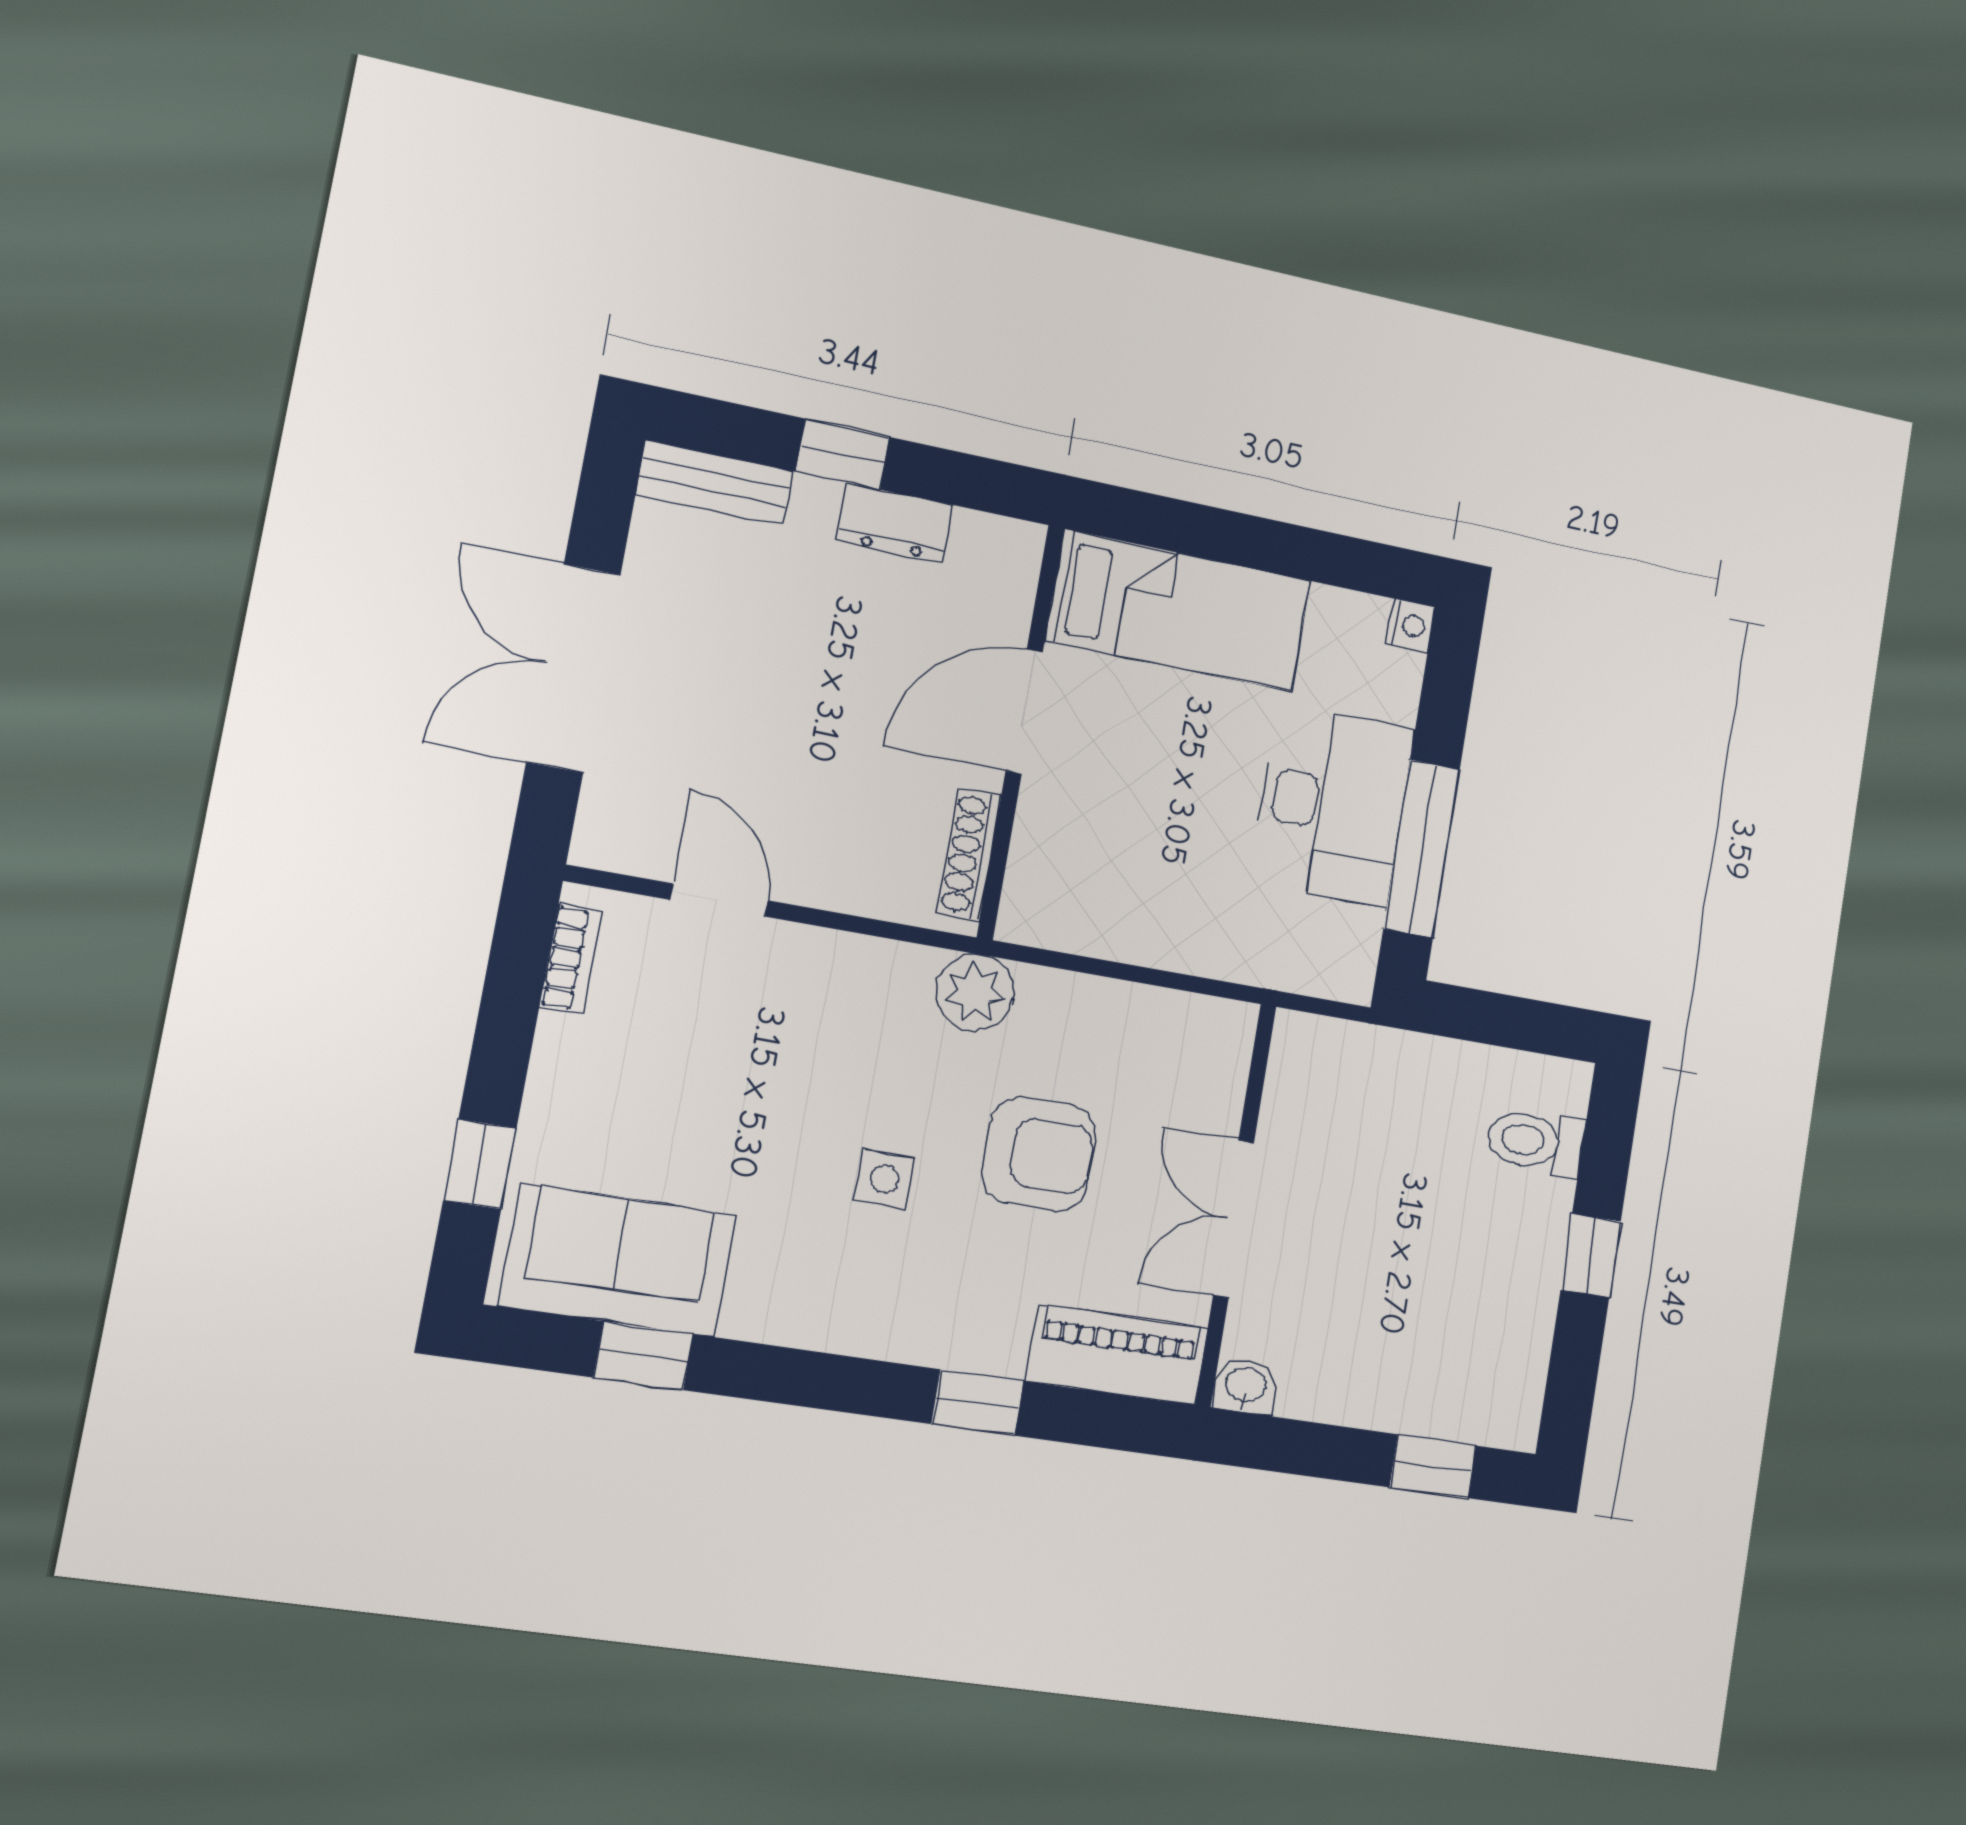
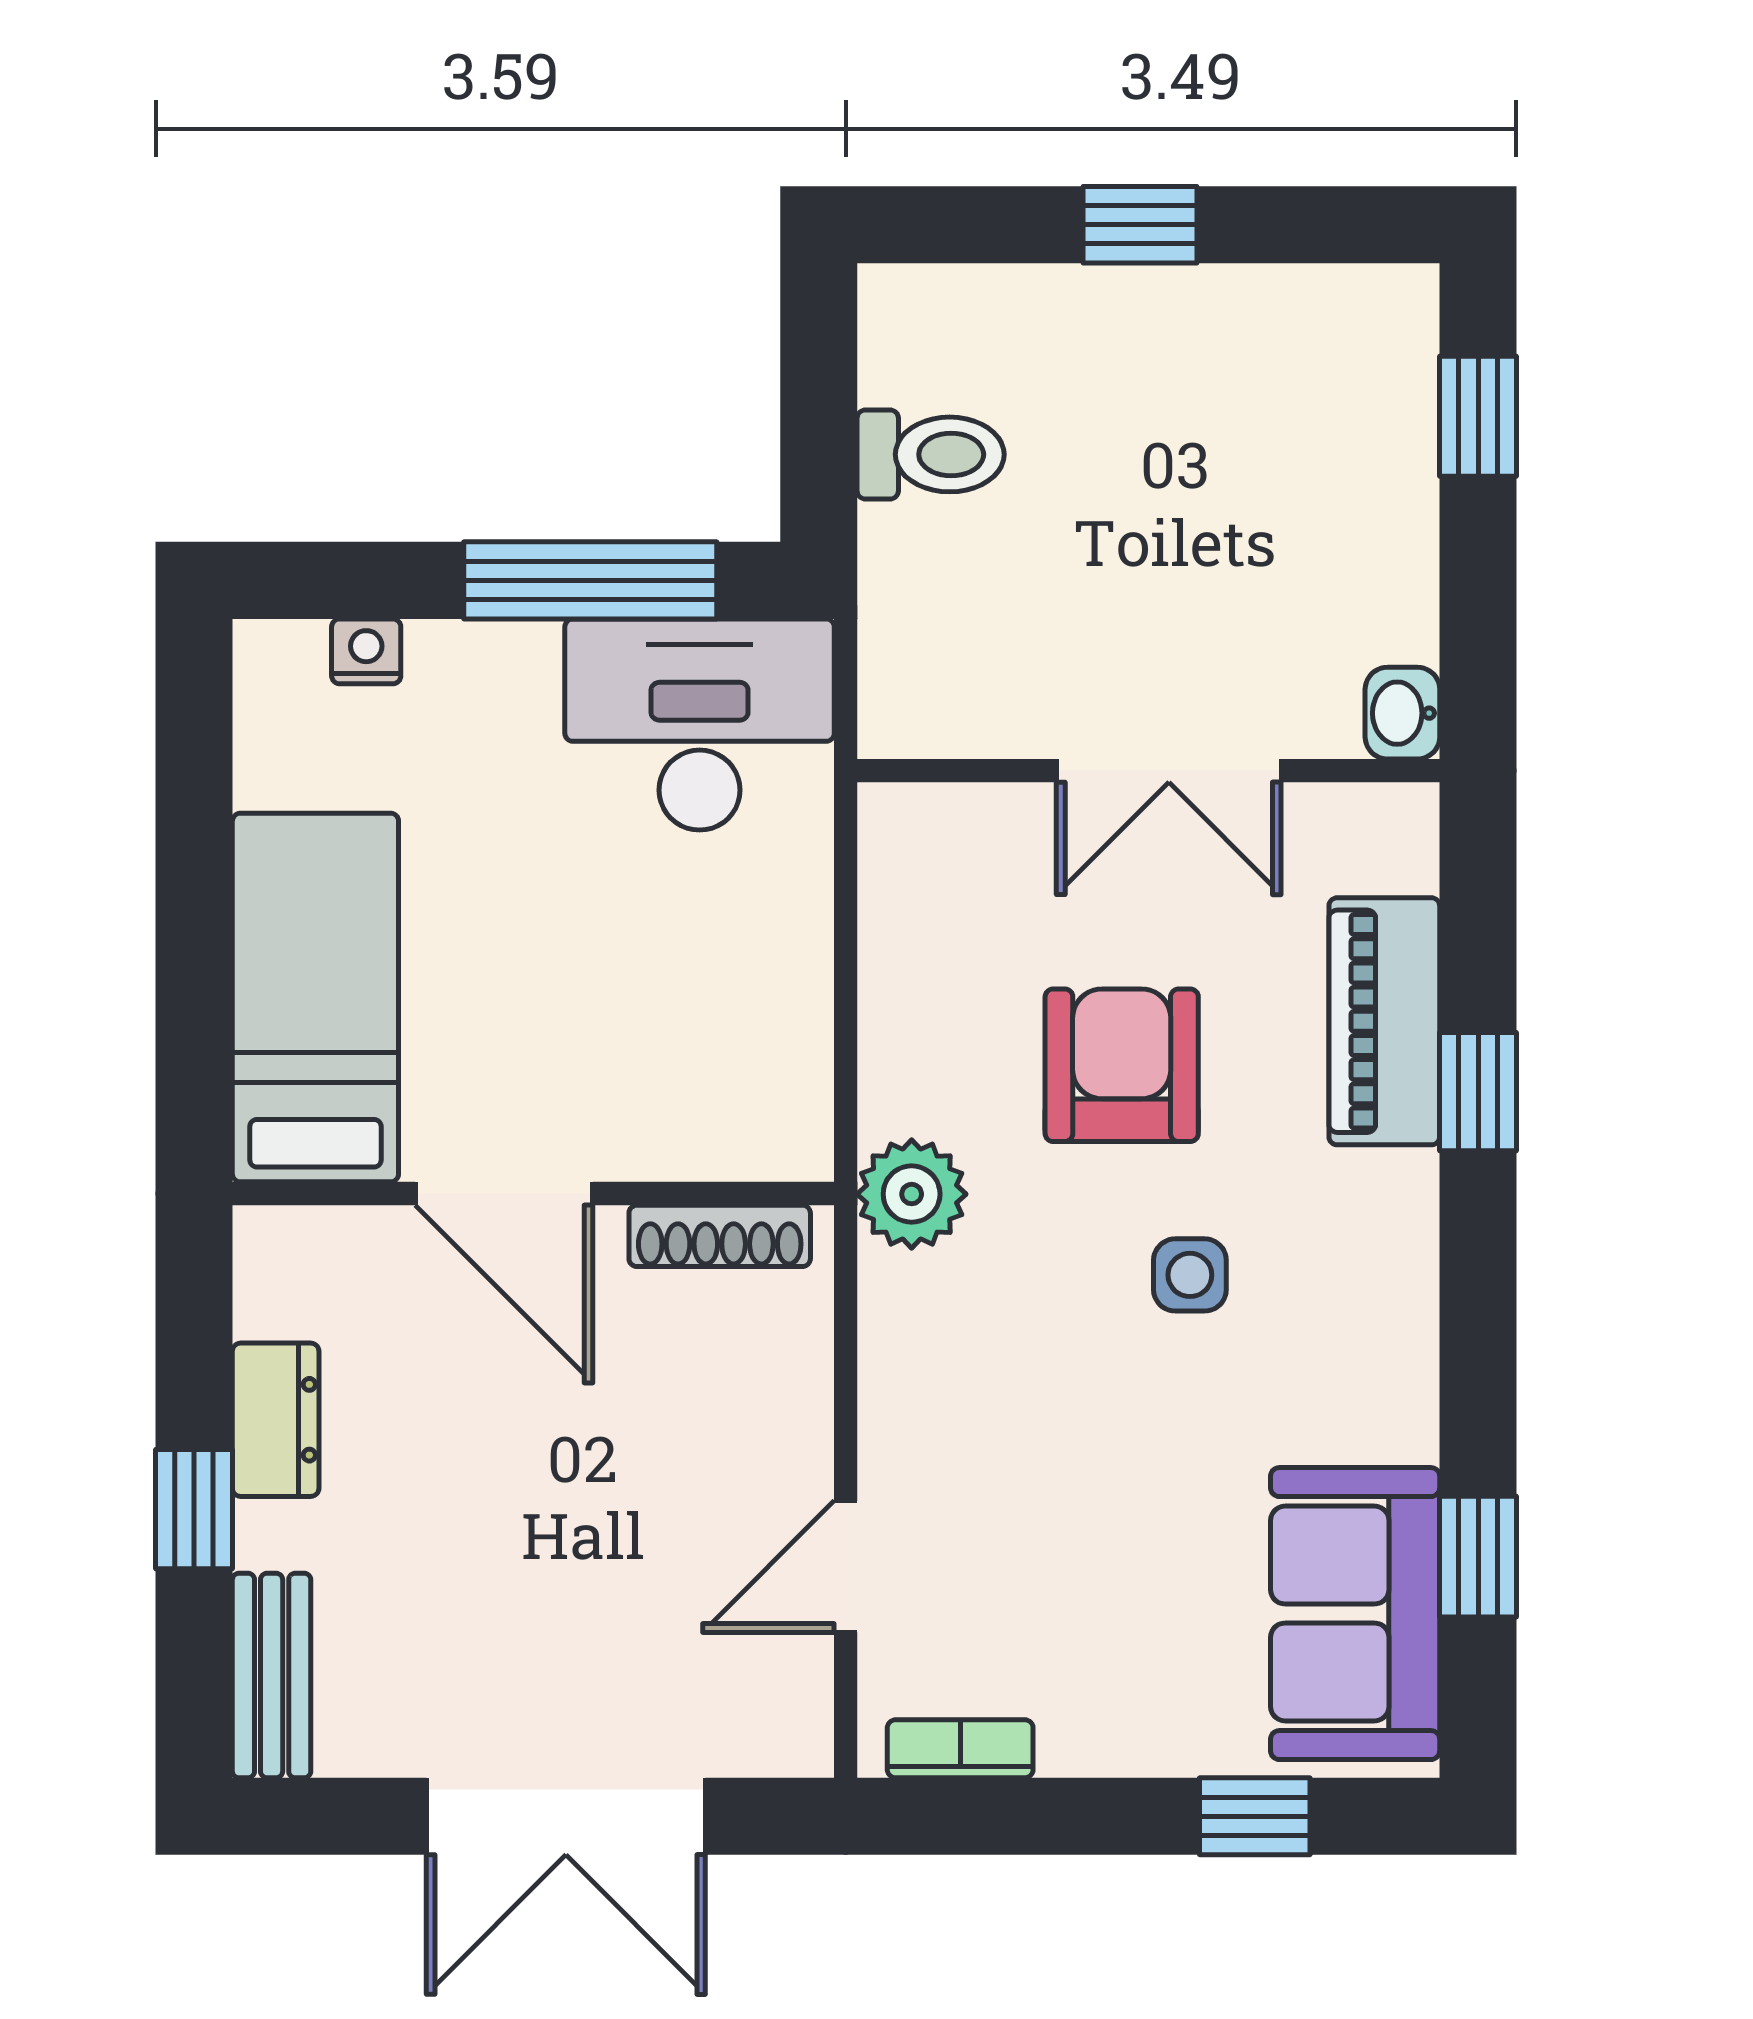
nightstand: (1410, 625) -> (366, 651), moved
desk: (1332, 805) -> (700, 725), moved
toilet: (1536, 1142) -> (931, 454), moved, turned -90
piano: (1117, 1355) -> (1384, 1021), moved

